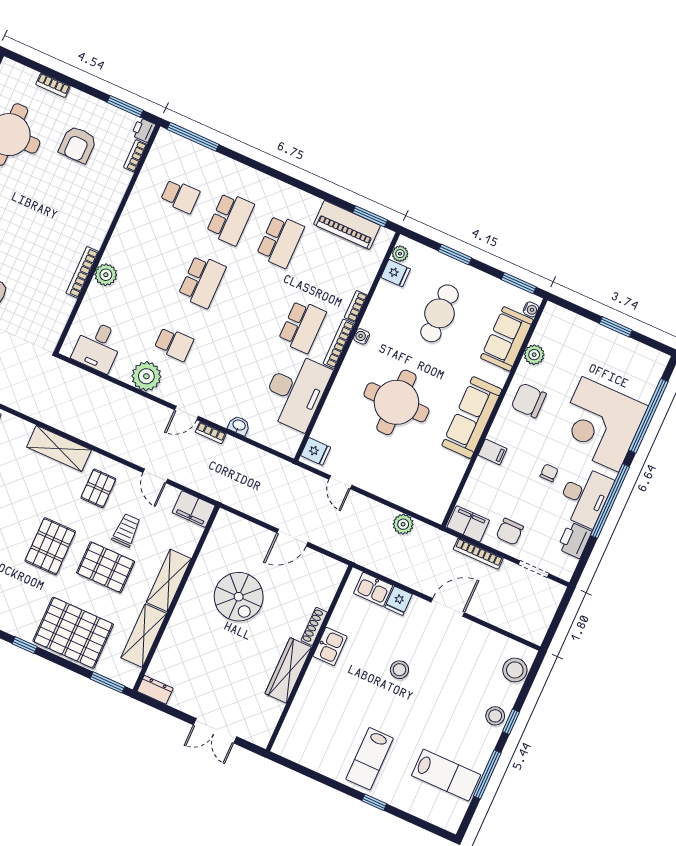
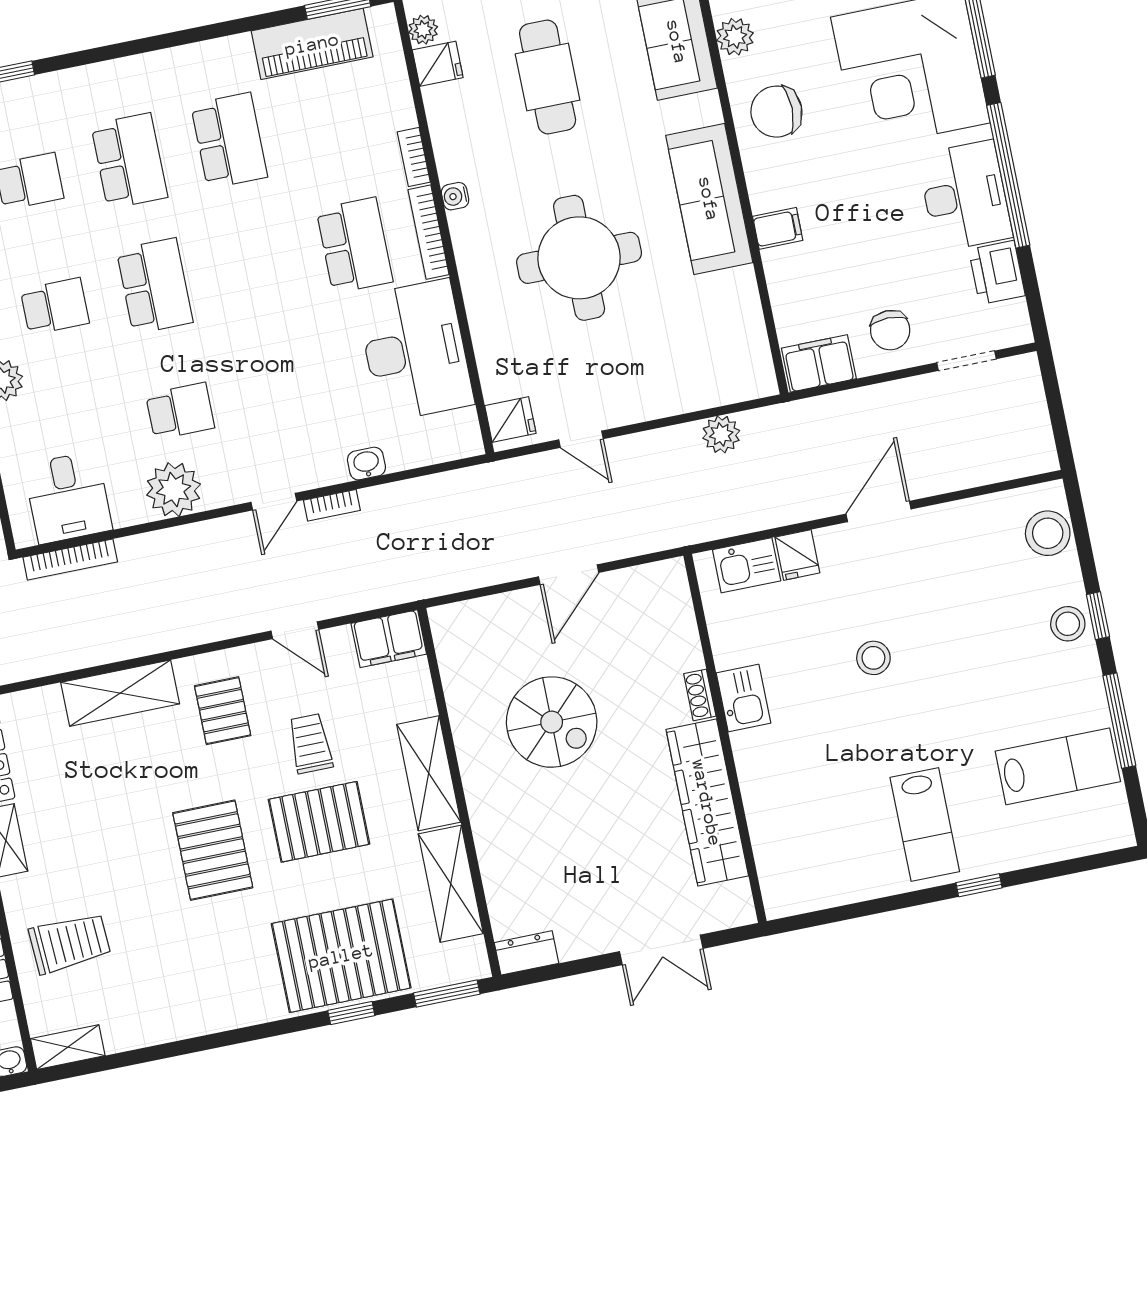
school desk: (152, 259) -> (55, 306), added
chair: (549, 473) -> (886, 199), removed
bookcase: (478, 554) -> (70, 560), moved
shoe rack: (314, 626) -> (700, 695), width x0.70
window: (25, 645) -> (351, 1013), moved
wardrobe: (288, 670) -> (707, 803), width x1.40, depth x1.17

